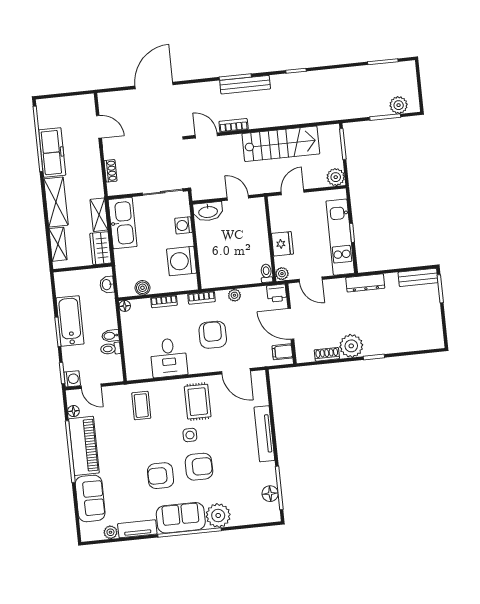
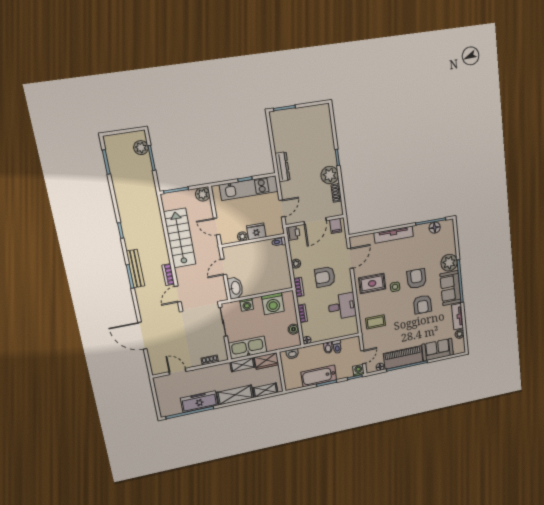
door: (99, 127) -> (178, 372), hinge flipped
plant: (282, 274) -> (242, 237), moved
bench: (418, 277) -> (276, 126), removed

